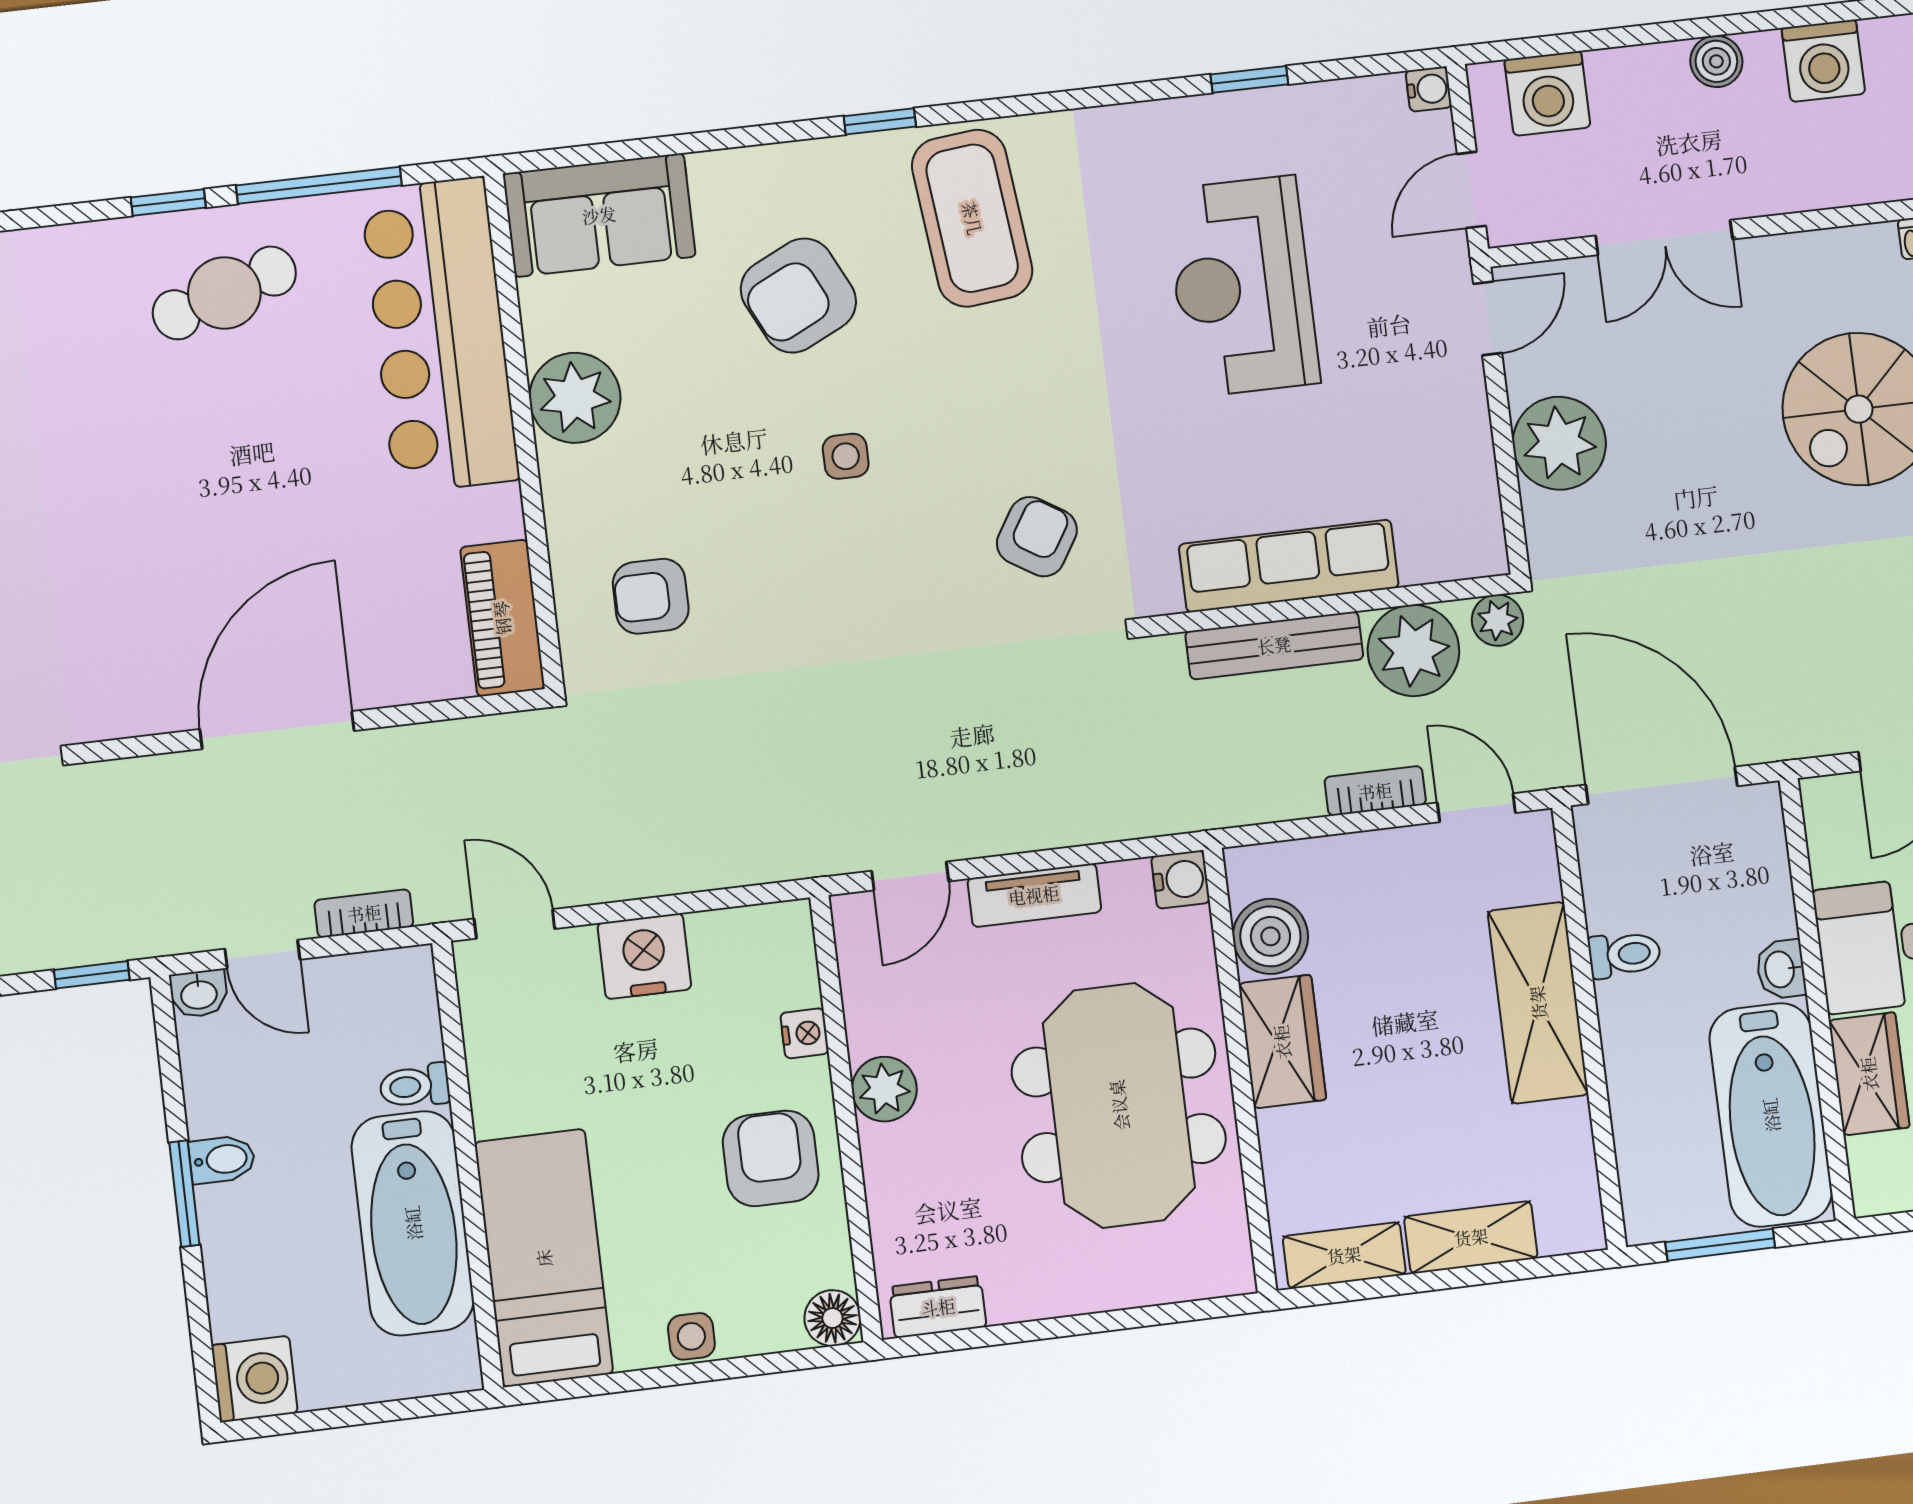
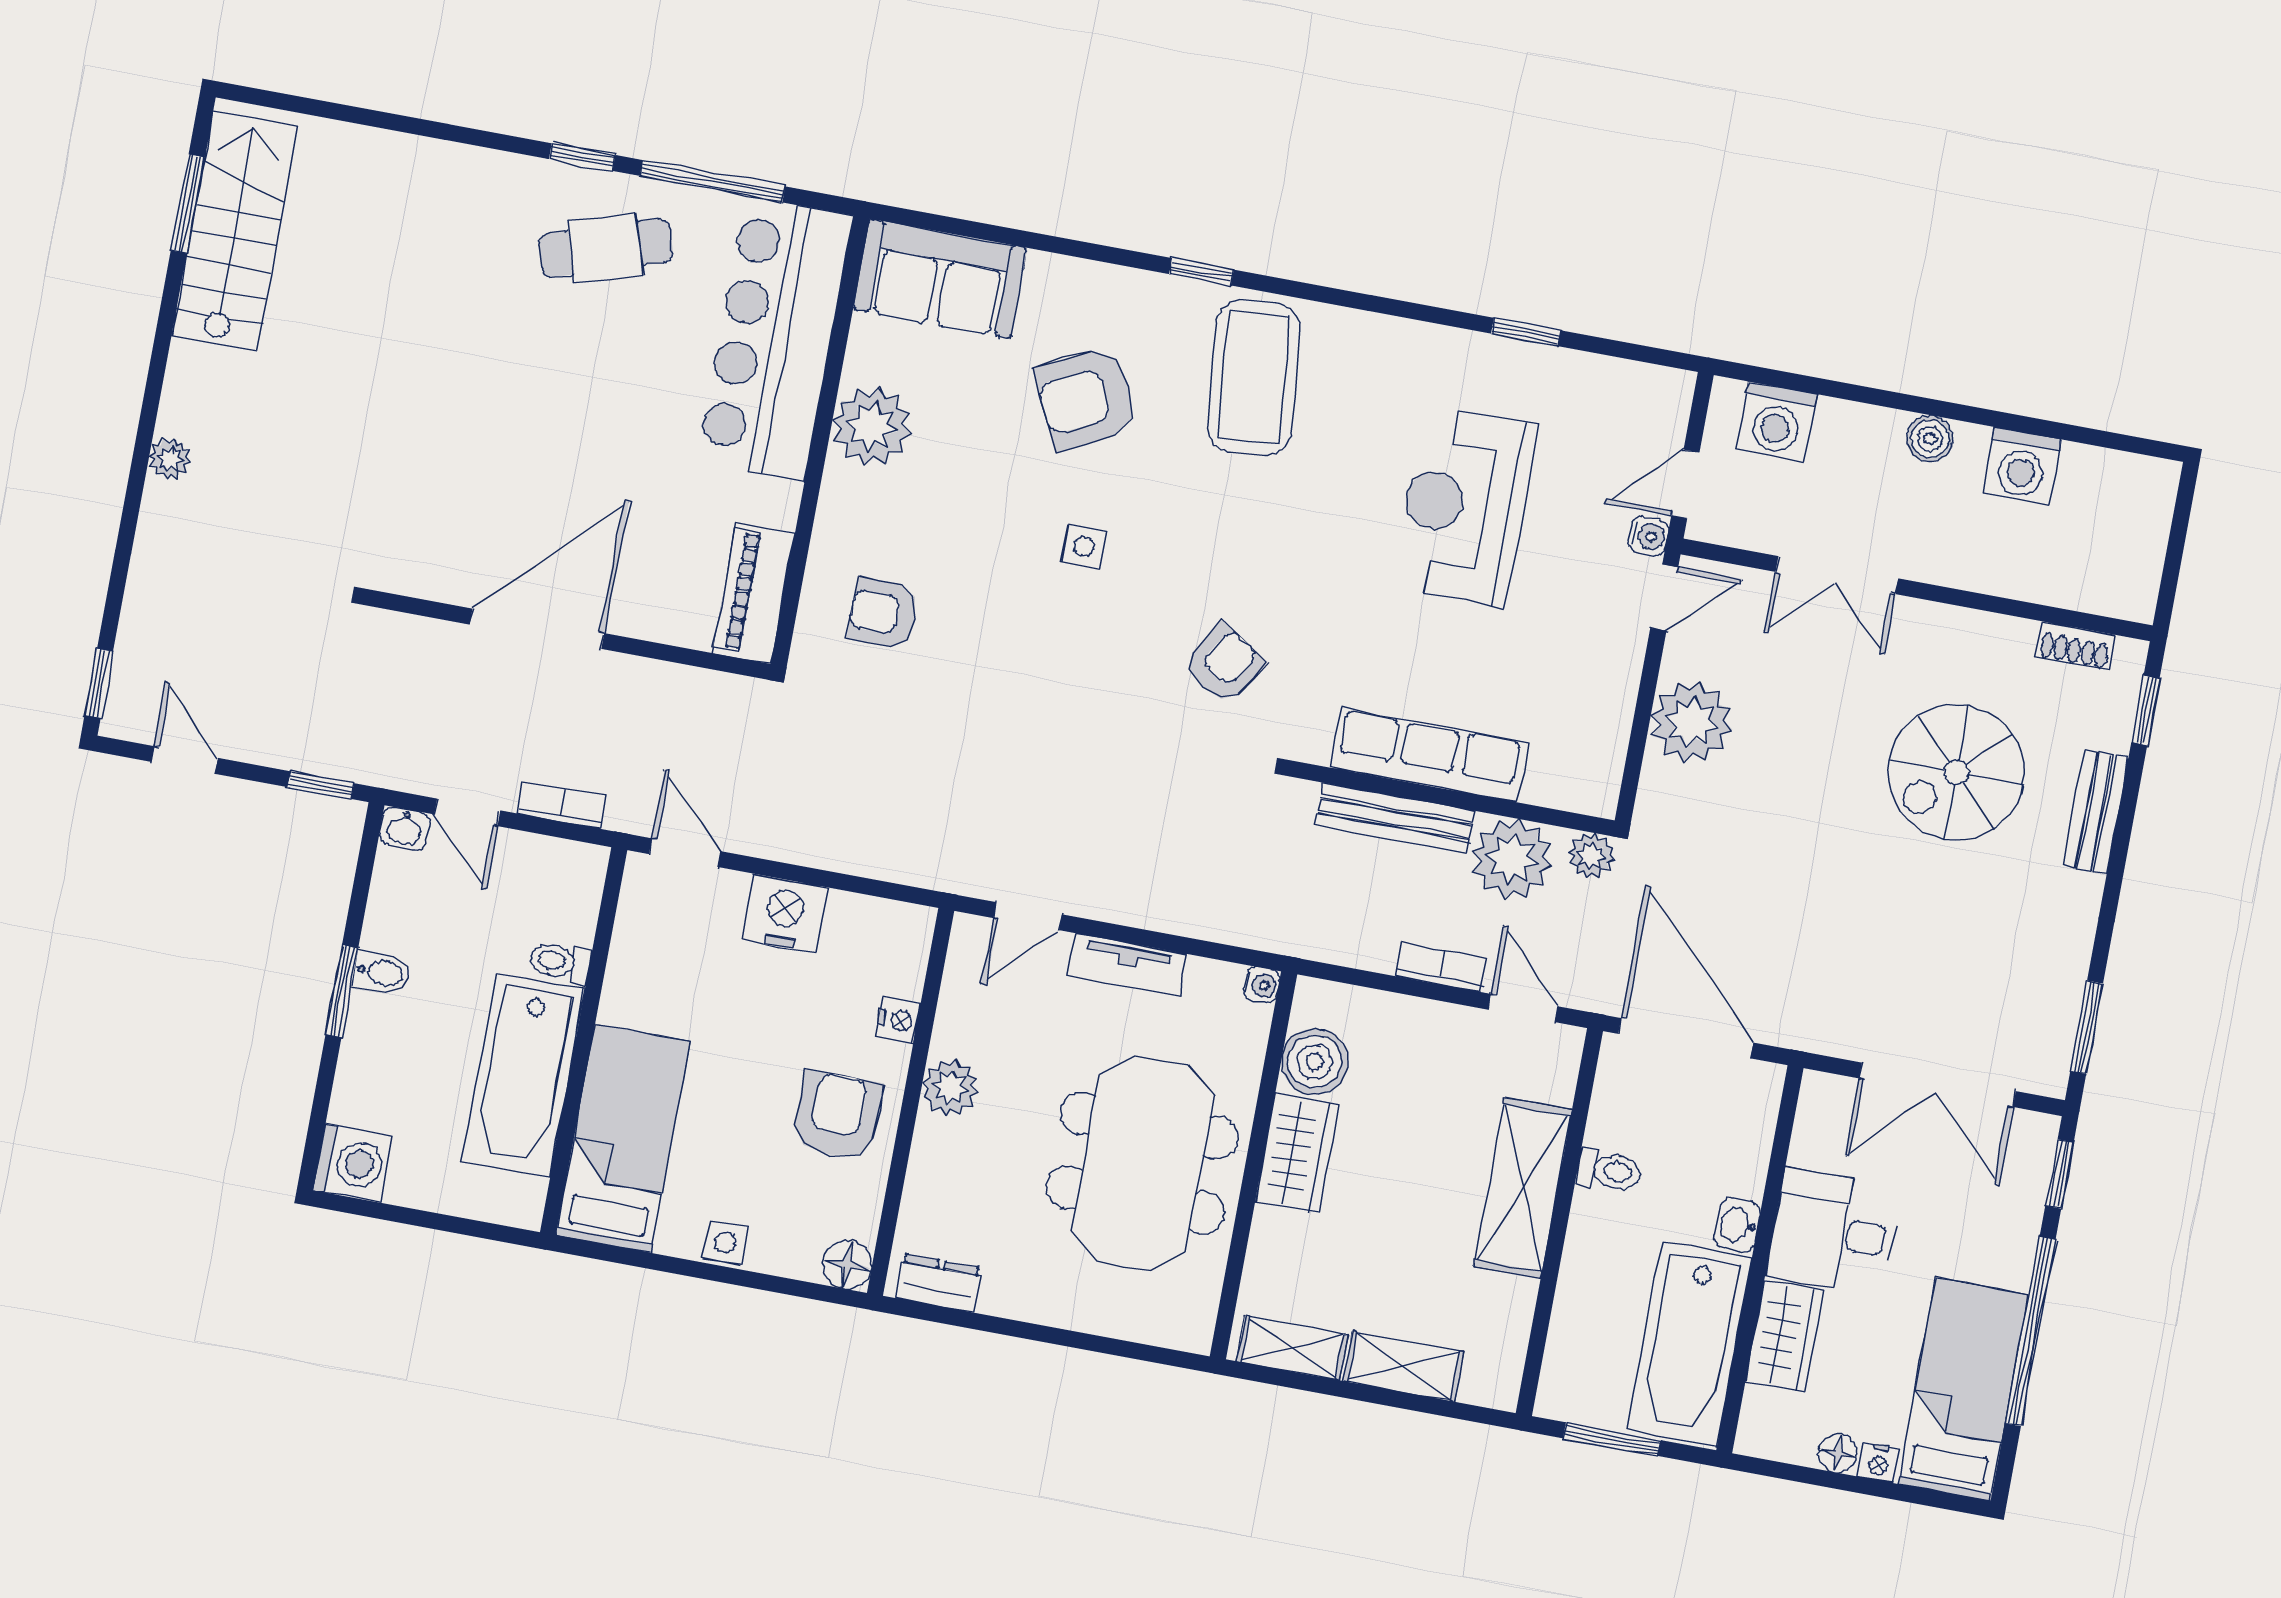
water cooler: (1429, 89) -> (1649, 536), moved
water cooler: (1181, 880) -> (1261, 985), width x0.72, depth x0.72

